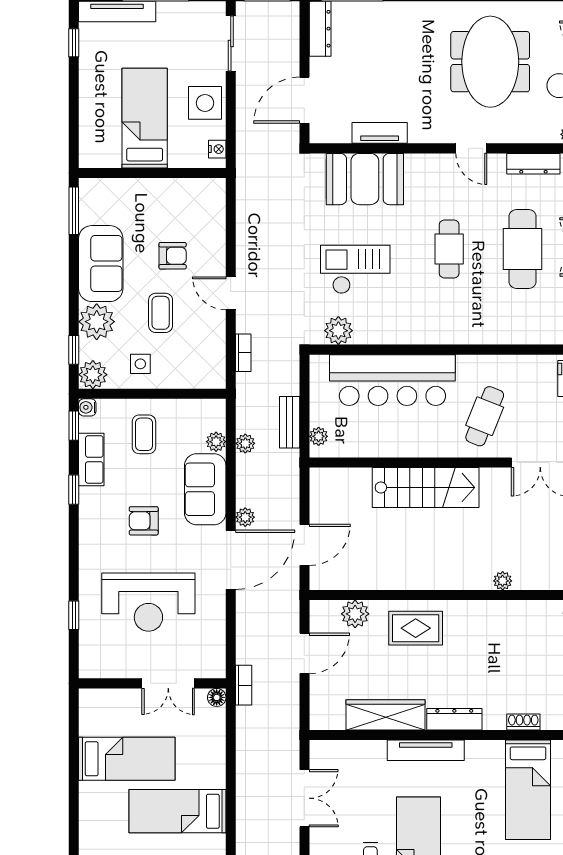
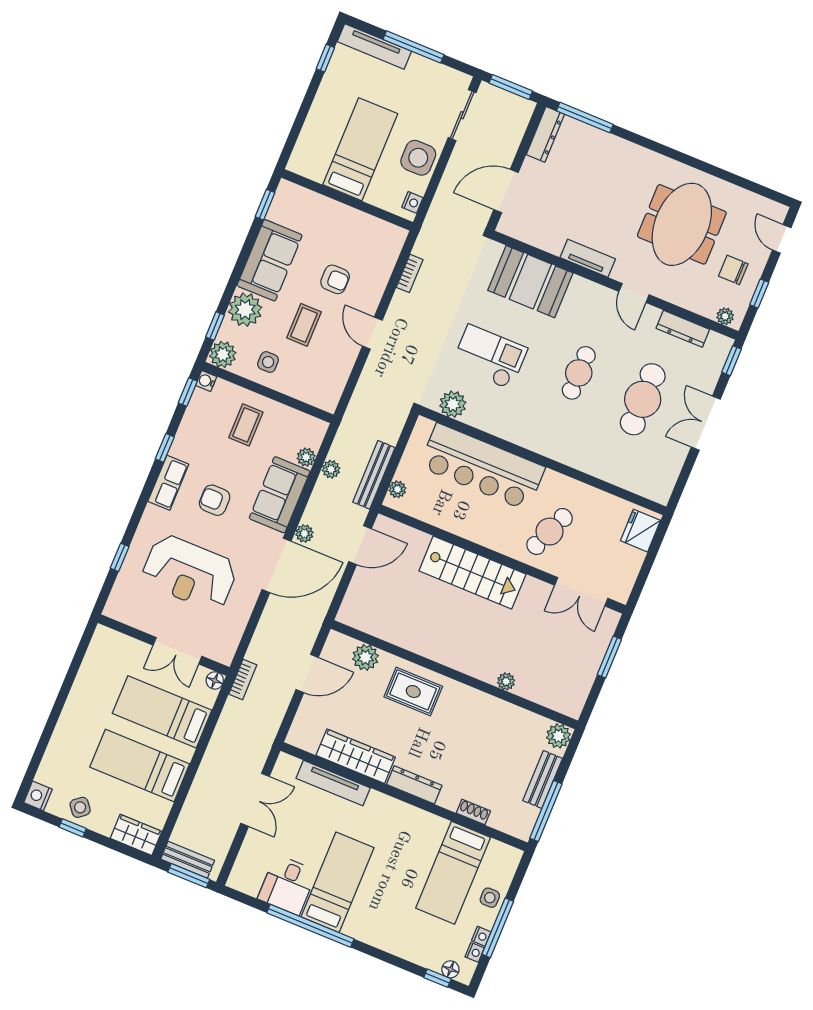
tv unit: (380, 133) -> (588, 258), moved
window: (74, 211) -> (265, 205), width x0.67
bookcase: (243, 353) -> (410, 273), moved
bench: (290, 422) -> (374, 475), width x1.36
row of seats: (91, 459) -> (168, 483), moved
door: (304, 545) -> (360, 545), moved
tv unit: (426, 750) -> (333, 783), moved
bed: (127, 759) -> (162, 712), moved, turned 180

